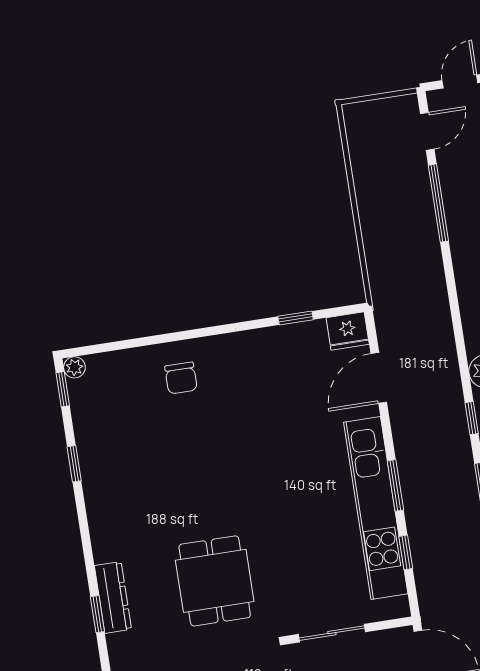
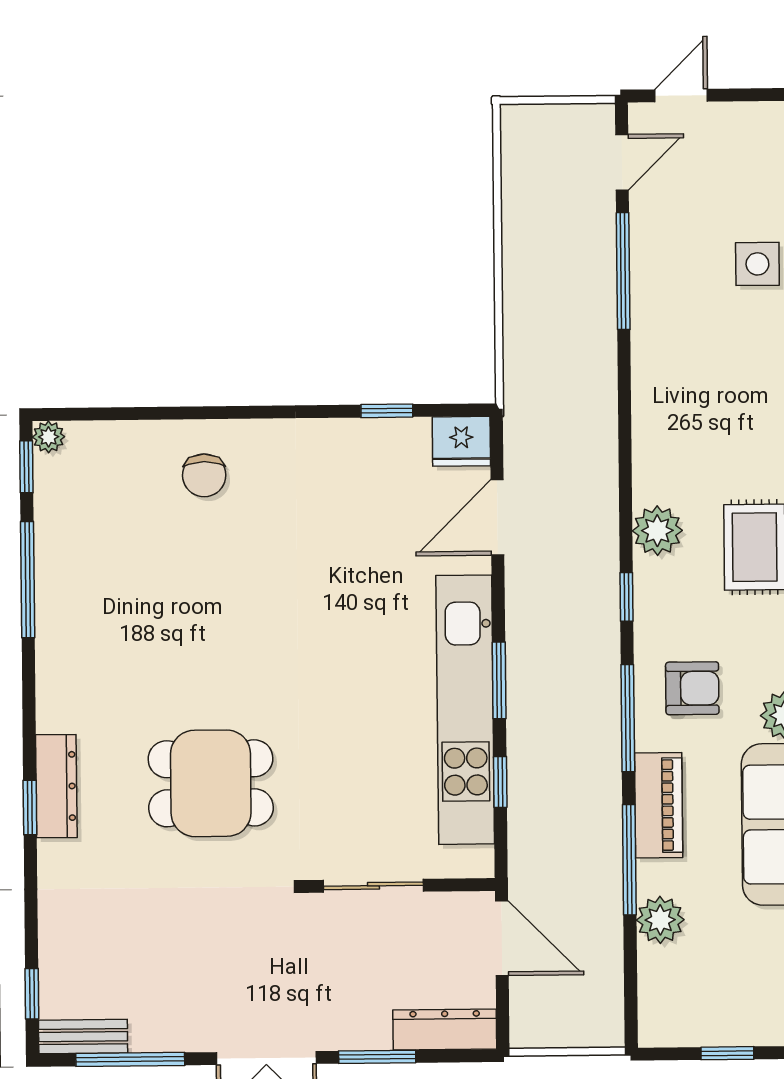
window: (74, 464) -> (28, 580), width x2.17
dining table: (215, 581) -> (211, 783), turned 90

